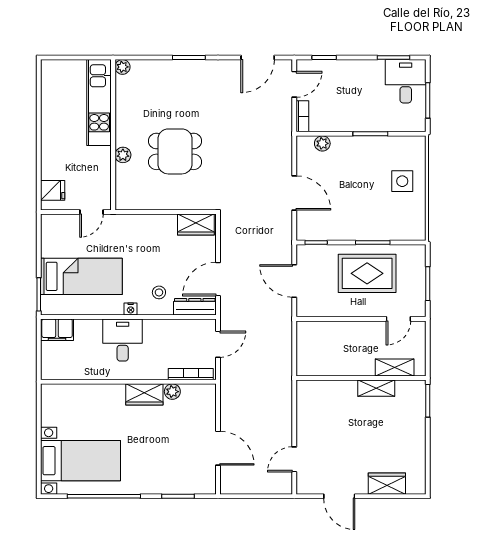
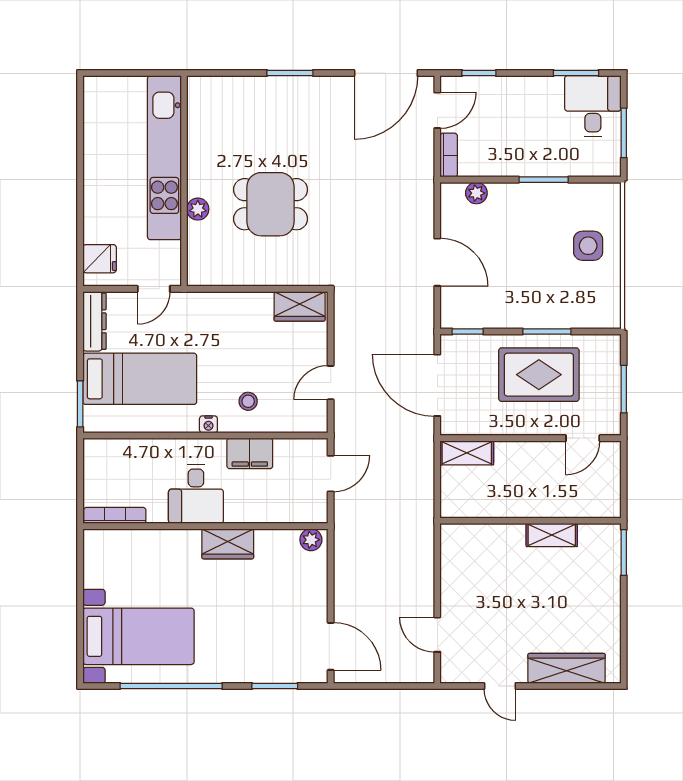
door: (258, 58) -> (386, 73), width x1.36
plant: (122, 67) -> (197, 86), removed
kitchen unit: (99, 102) -> (164, 158), width x1.36
door: (218, 279) -> (331, 383), width x0.73
door: (294, 281) -> (437, 385), width x1.36
dresser: (195, 307) -> (94, 321), moved, turned 90
filing cabinet: (57, 330) -> (250, 453), moved
desk: (123, 340) -> (196, 494), moved, turned 180
shelving: (395, 367) -> (467, 453), moved
bookcase: (191, 374) -> (115, 515), moved
plant: (172, 392) -> (311, 540), moved
door: (218, 448) -> (331, 646), moved
door: (294, 459) -> (437, 635), hinge flipped
wardrobe: (387, 484) -> (567, 668), width x1.50
door: (339, 496) -> (500, 686), width x0.73

